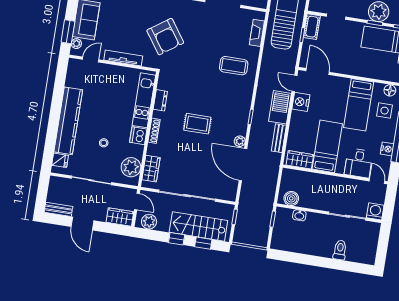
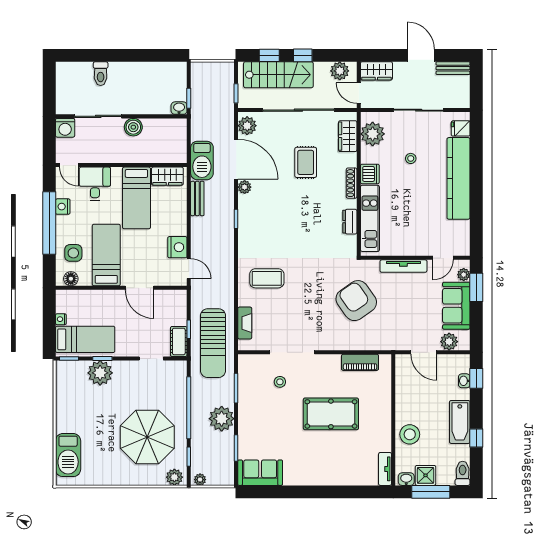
door: (318, 71) -> (140, 288), moved
barbecue: (280, 107) -> (202, 160), moved
rug: (197, 124) -> (306, 162), moved, turned 90
plant: (230, 190) -> (247, 126), added
boiler: (291, 198) -> (133, 127), moved
washbasin: (299, 215) -> (179, 108), moved

